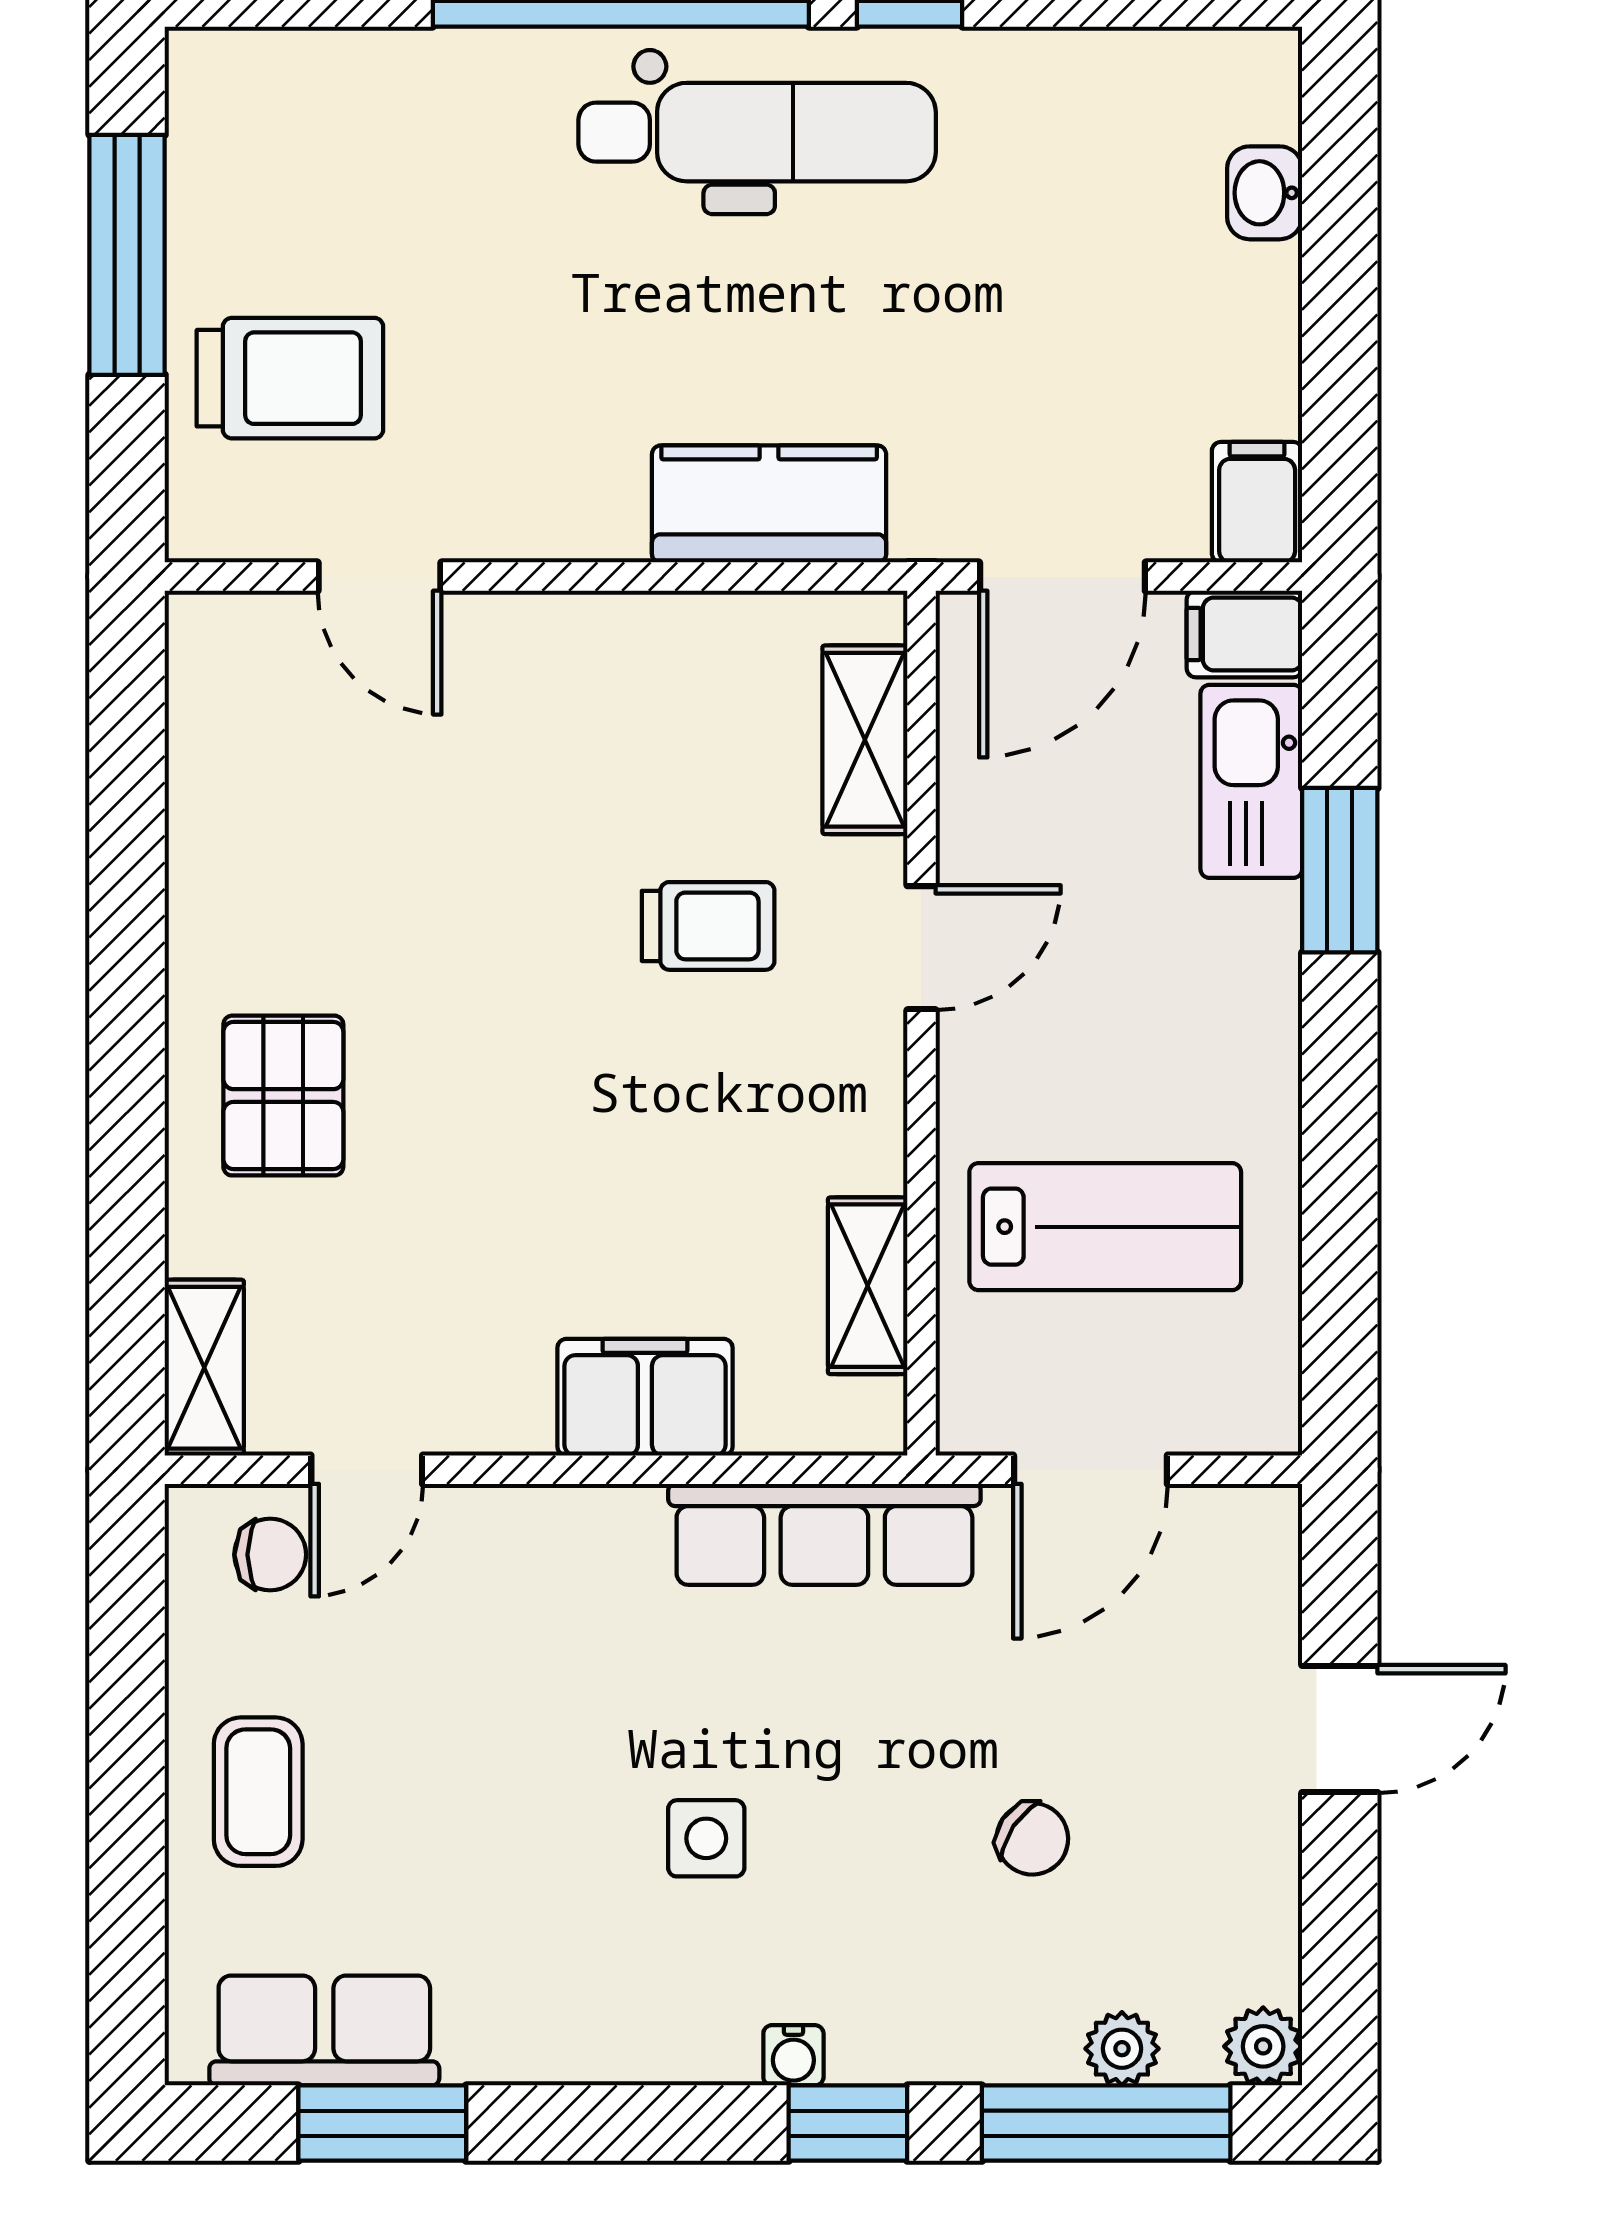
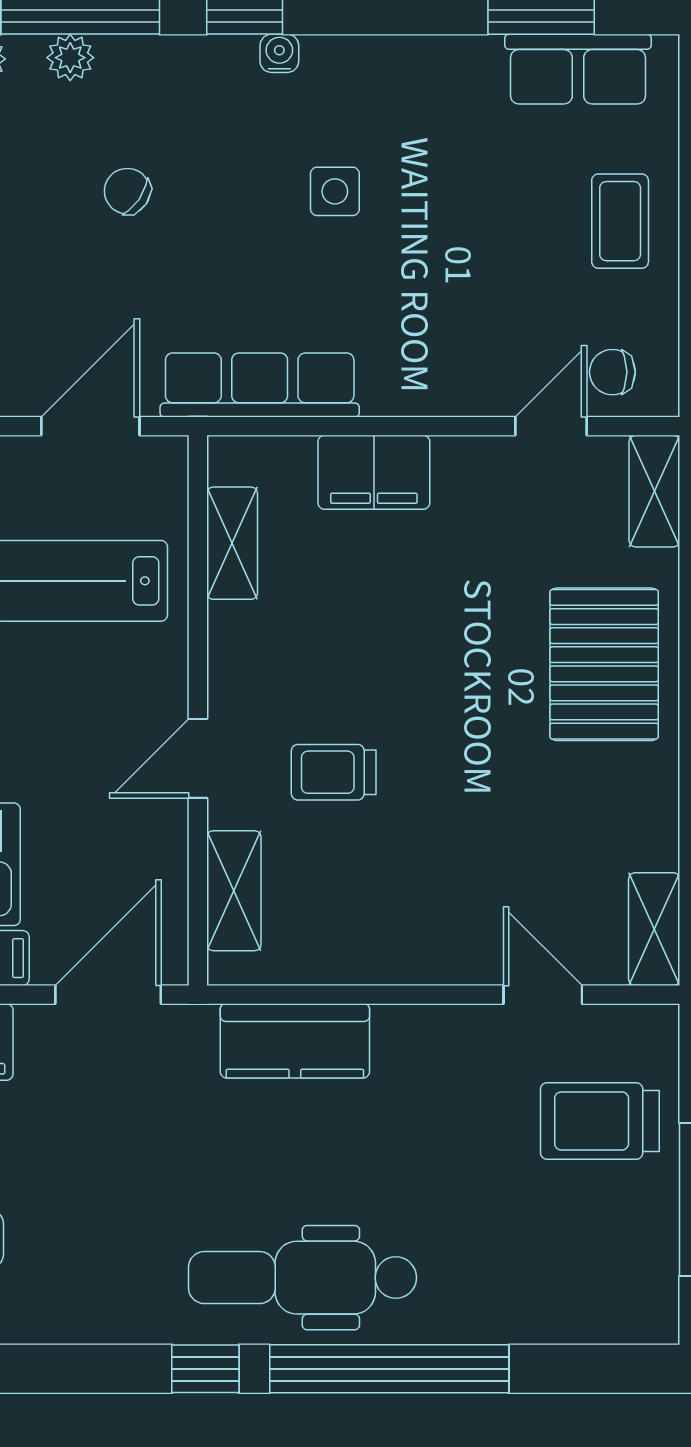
shelving: (205, 679) -> (654, 929), added
pallet: (283, 1096) -> (604, 664), width x1.50, depth x1.42

